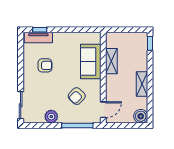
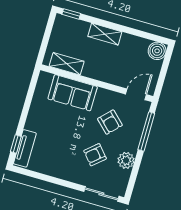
shelving: (111, 61) -> (67, 64), moved
armchair: (45, 65) -> (95, 155), moved, turned -131
shelving: (142, 84) -> (105, 34), moved
door: (103, 110) -> (136, 94), hinge flipped

